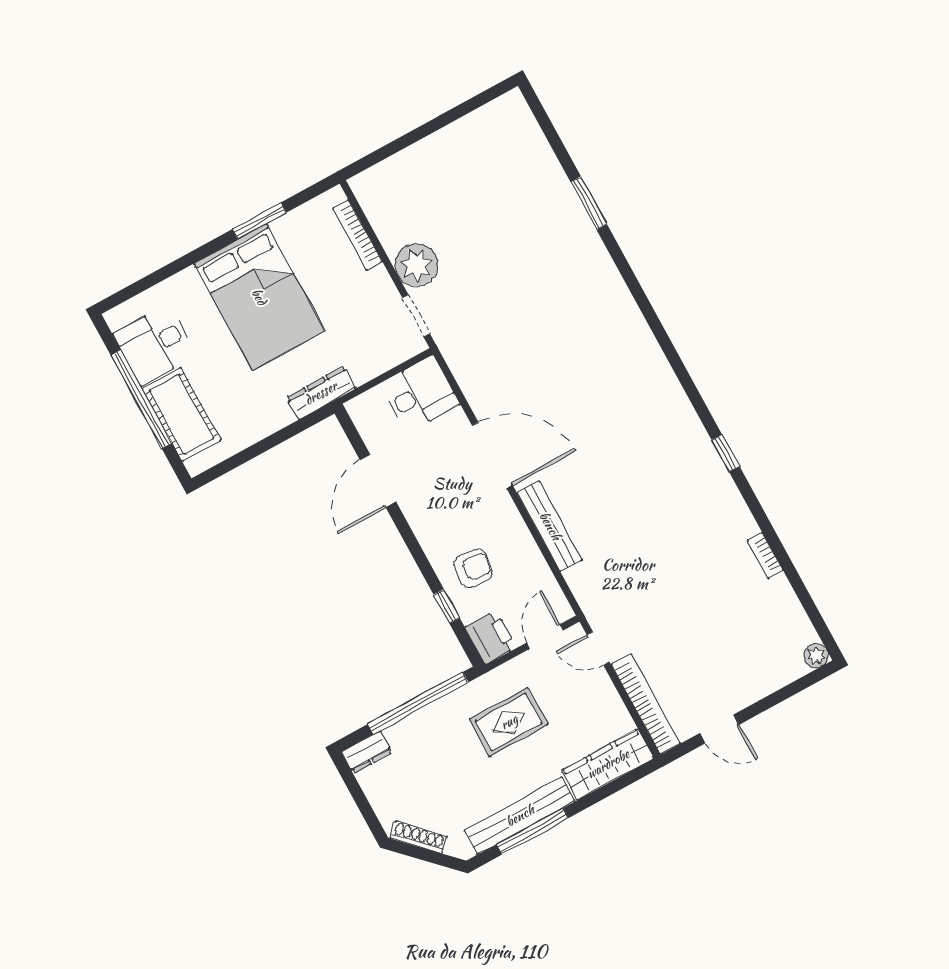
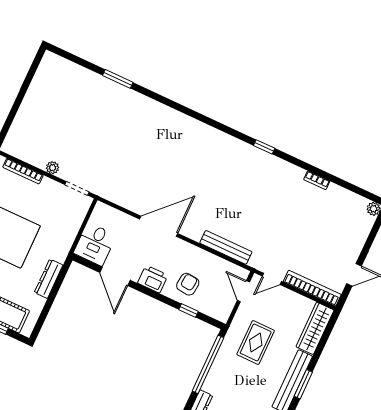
plant: (417, 265) -> (52, 168), width x0.53, depth x0.53
dresser: (321, 393) -> (49, 279), moved
desk: (420, 394) -> (95, 244), moved, turned 180
bench: (550, 526) -> (226, 247), moved
printer: (491, 637) -> (153, 279), moved
window: (533, 831) -> (303, 384), width x0.69

